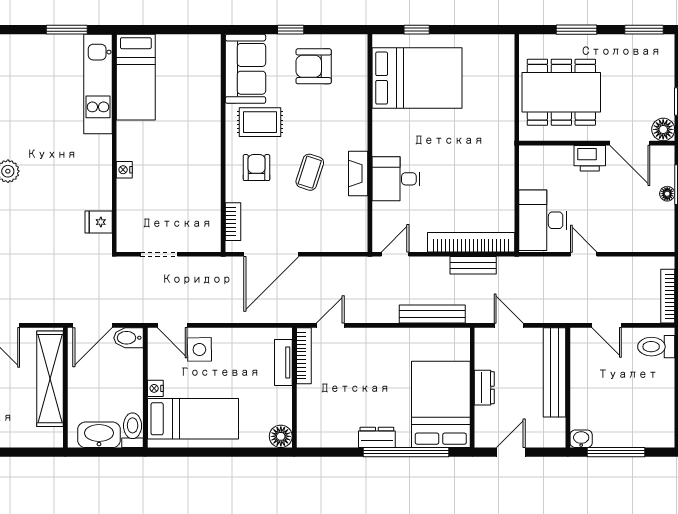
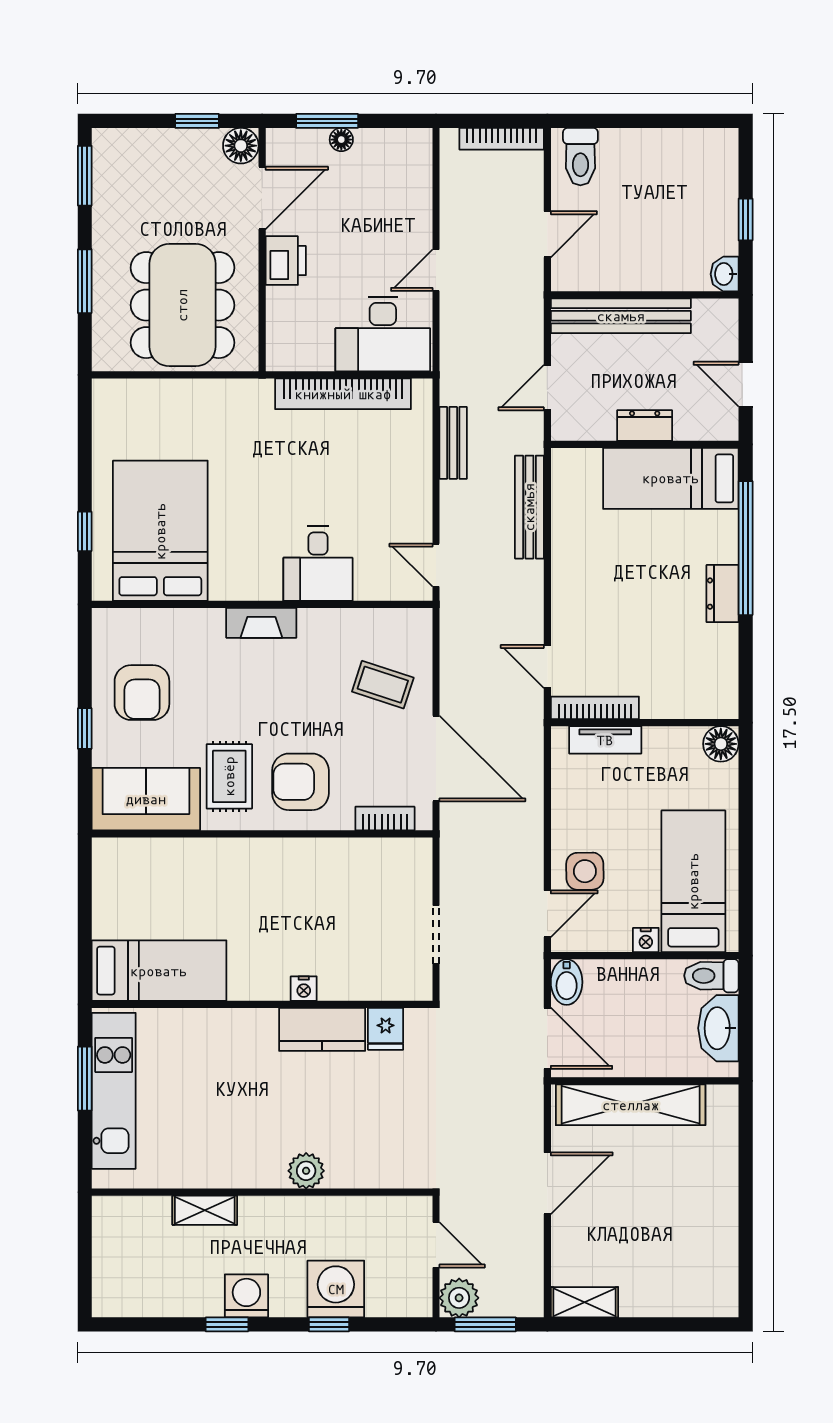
kitchen unit: (98, 84) -> (114, 1091), moved, turned -90
armchair: (257, 168) -> (300, 782), width x1.38, depth x1.38
coffee table: (310, 172) -> (383, 685), moved
fireplace: (358, 173) -> (261, 623), moved
kitchen counter: (98, 181) -> (322, 1029), added
bookcase: (471, 242) -> (343, 394), moved, turned -90
bed: (441, 404) -> (671, 478), width x0.67
window: (616, 452) -> (746, 220), width x0.46

